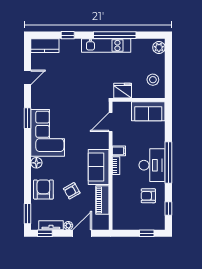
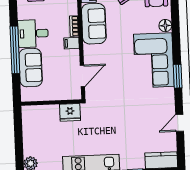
stool: (153, 80) -> (36, 126), removed
sofa: (148, 111) -> (31, 68), moved, turned 90
window: (168, 162) -> (15, 50), moved
desk: (152, 165) -> (33, 33), width x0.73

